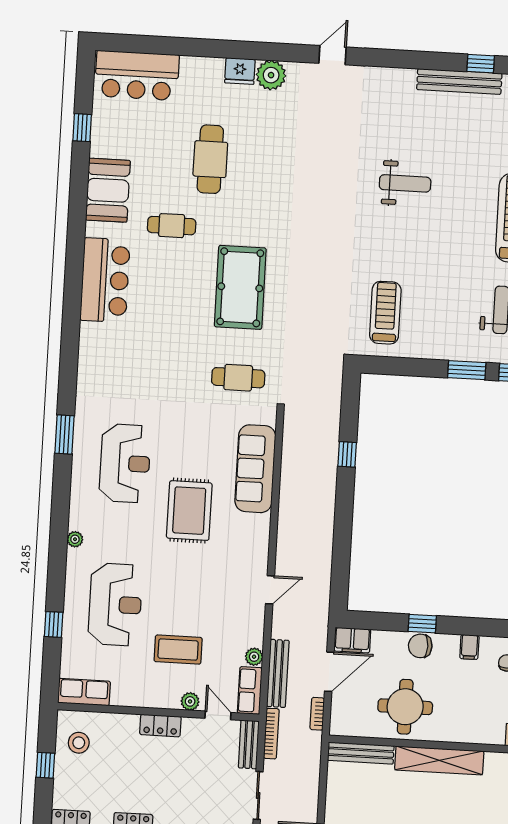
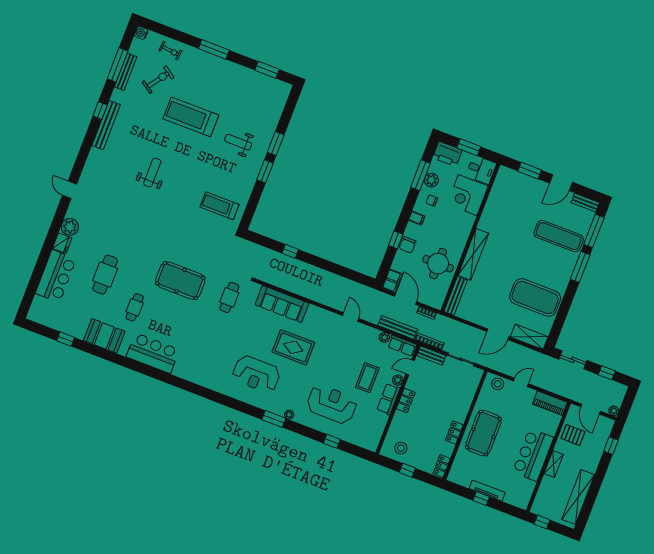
bar counter: (137, 75) -> (56, 276), moved
cafe table: (210, 159) -> (105, 275), turned 90
window: (65, 434) -> (274, 419), moved
reception desk: (125, 463) -> (256, 374), turned 180
row of seats: (84, 692) -> (388, 399), moved

